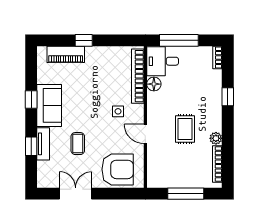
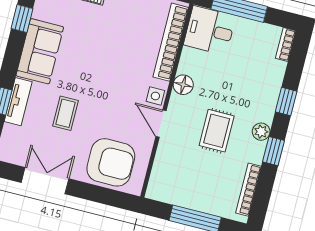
floor lamp: (154, 84) -> (183, 85), moved
window: (31, 100) -> (22, 19), moved
side table: (118, 111) -> (155, 96), moved
window: (228, 133) -> (273, 151), added
plant: (216, 138) -> (261, 132), moved

